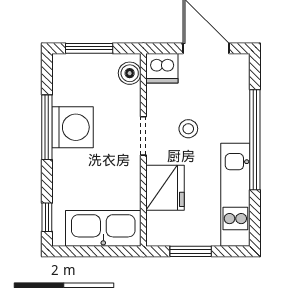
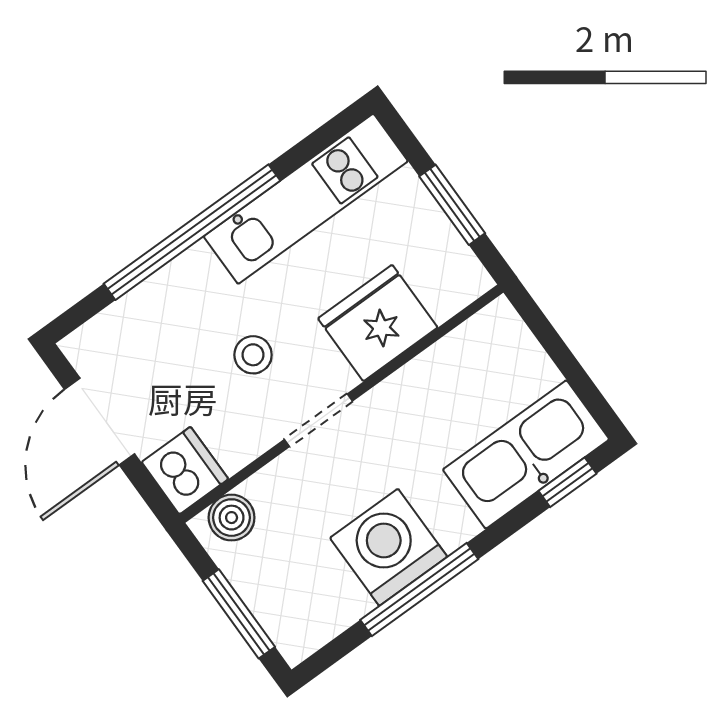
kitchen sink: (103, 228) -> (526, 454), moved, turned 90

